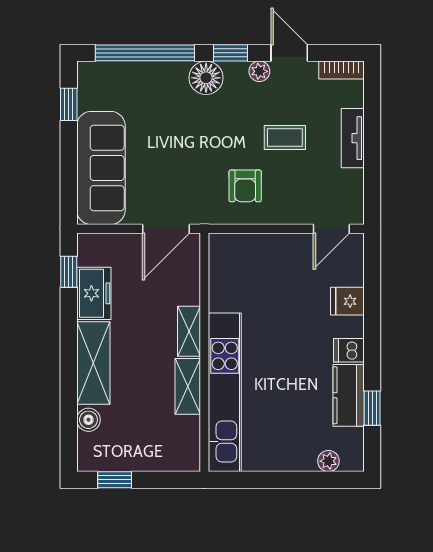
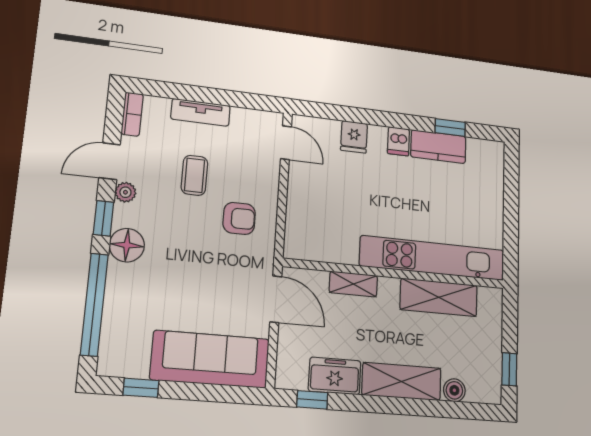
shelving: (189, 331) -> (353, 284), moved
shelving: (188, 386) -> (439, 297), width x1.50, depth x1.33
plant: (328, 461) -> (495, 171), removed

